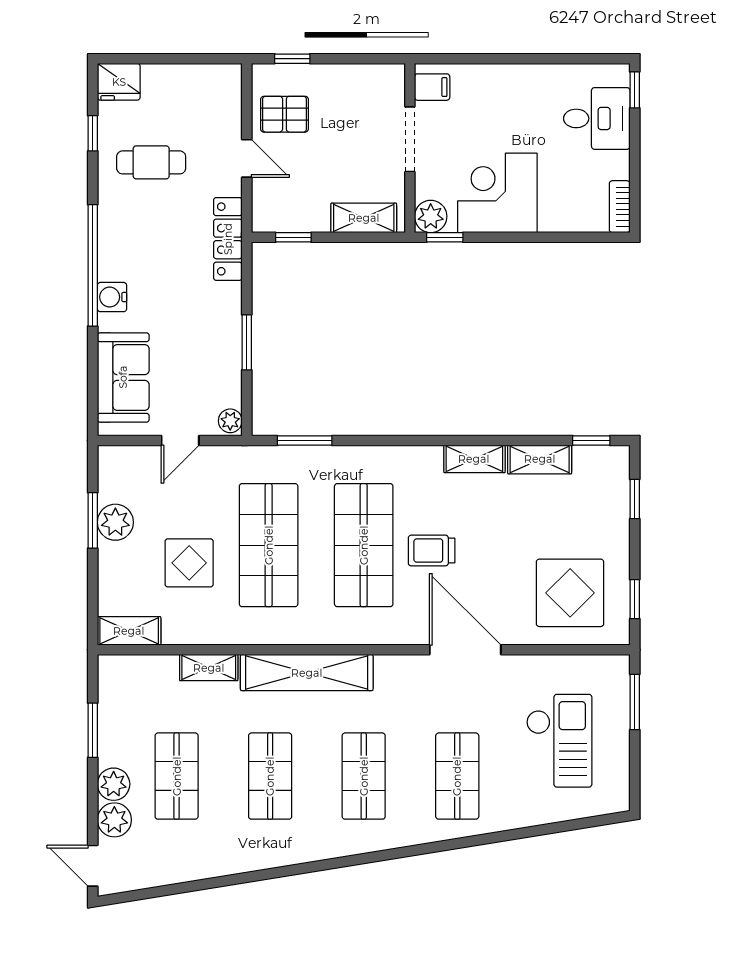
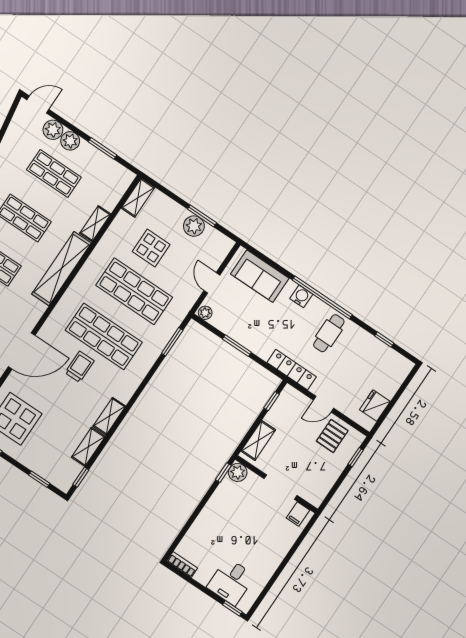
fridge: (119, 82) -> (375, 406), moved
cafe table: (151, 162) -> (329, 333), moved
corner desk: (497, 193) -> (228, 511), removed

